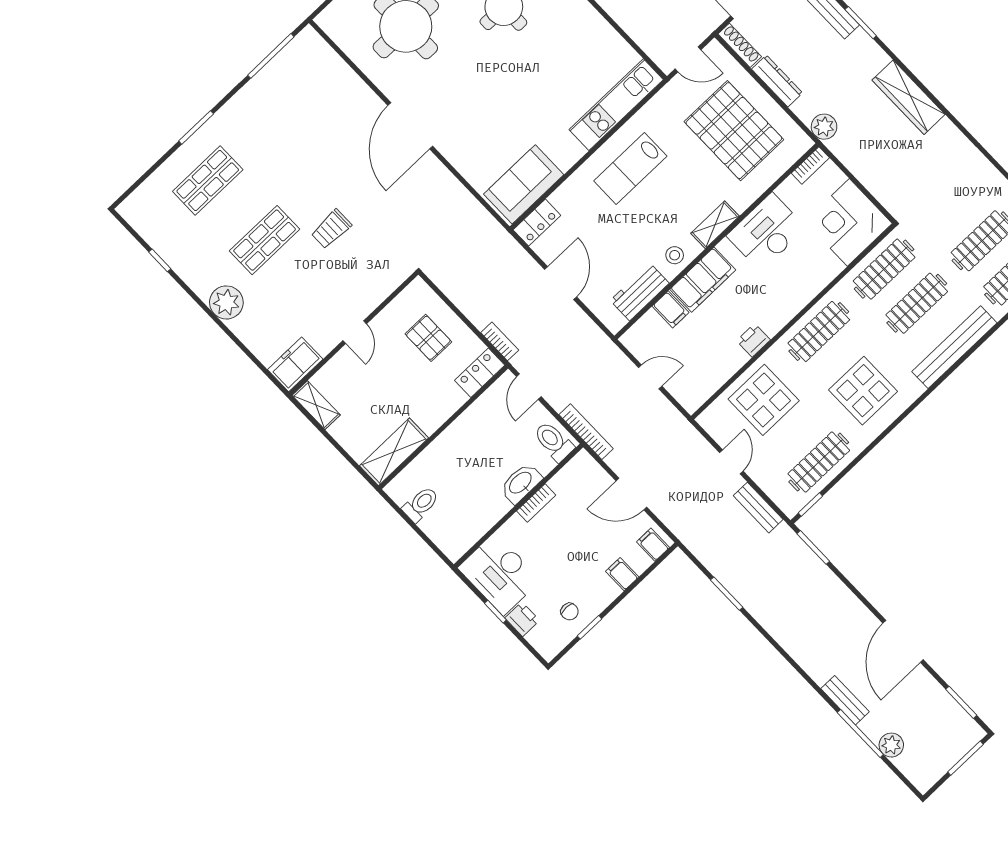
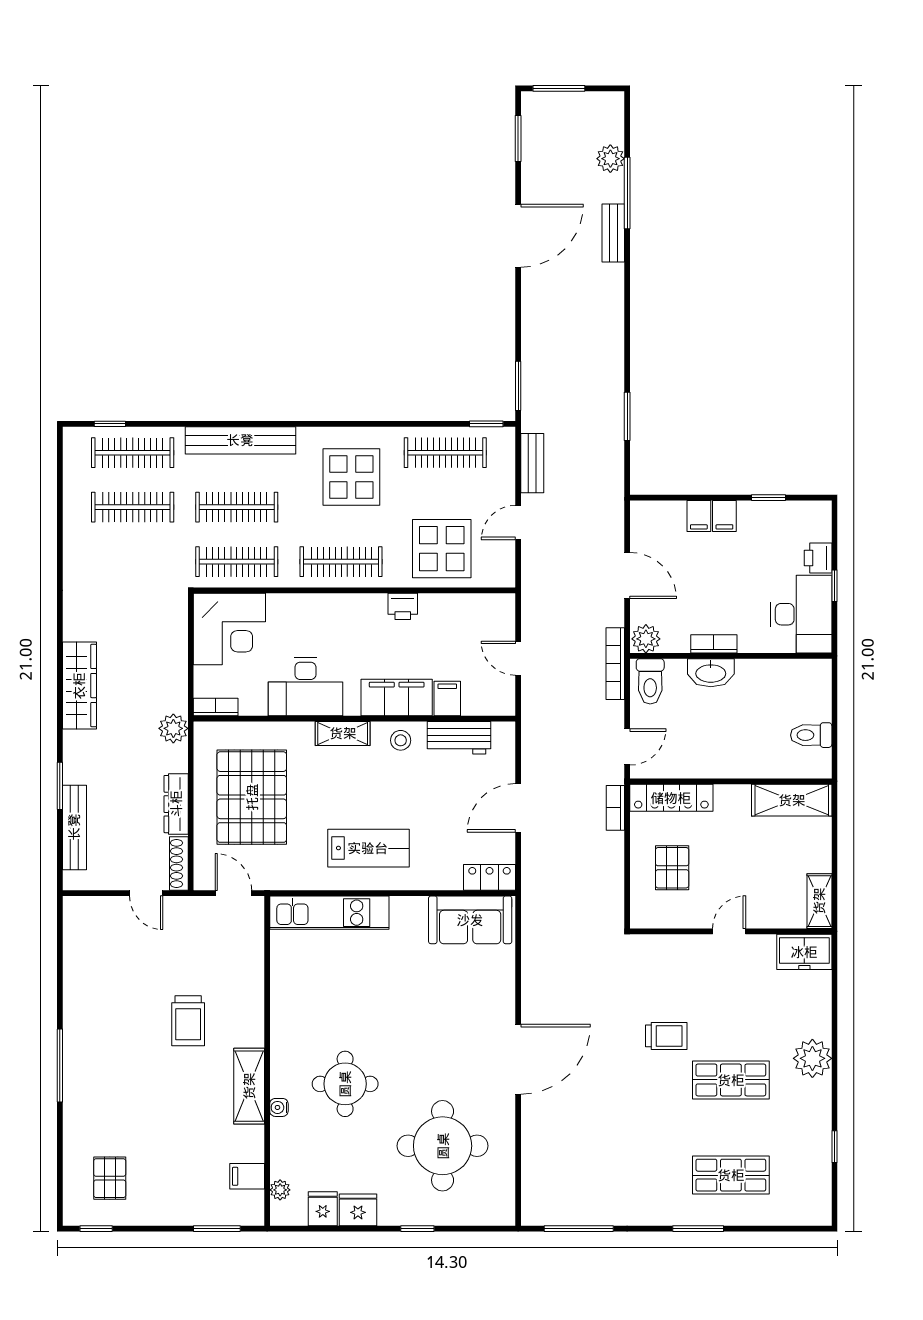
locker: (480, 373) -> (671, 798), width x1.53
plant: (582, 466) -> (646, 639), added
filing cabinet: (653, 545) -> (724, 516), moved
chair: (570, 612) -> (773, 527), removed

